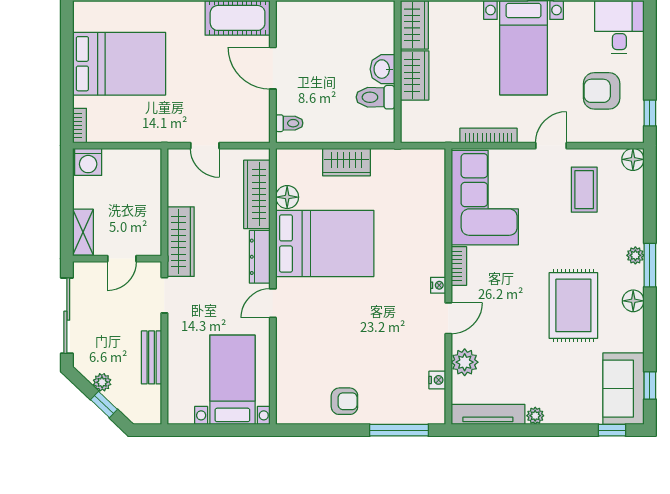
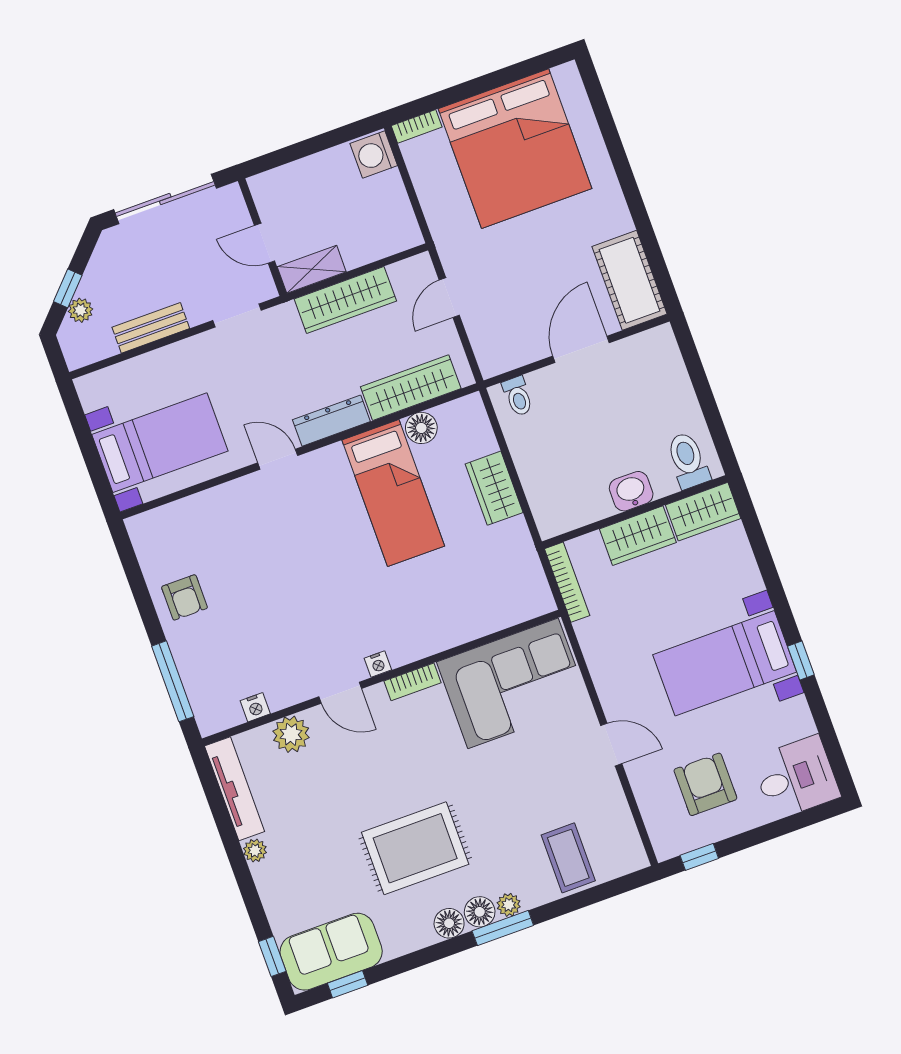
bed: (119, 64) -> (515, 149), width x1.36
toilet: (375, 97) -> (688, 460), moved
bookcase: (489, 135) -> (567, 582), moved
floor lamp: (633, 159) -> (480, 912), moved
coffee table: (584, 190) -> (568, 858), moved, turned 90
shelving: (83, 232) -> (312, 269), moved
wardrobe: (181, 242) -> (345, 300), moved
bed: (325, 243) -> (393, 493), width x0.67
plant: (102, 382) -> (80, 310), moved

